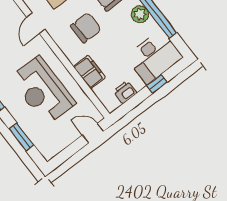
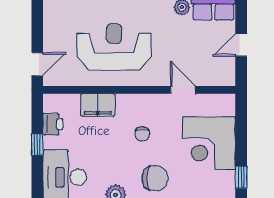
chair: (86, 28) -> (142, 134), width x0.54, depth x0.54
window: (157, 84) -> (37, 145), moved

